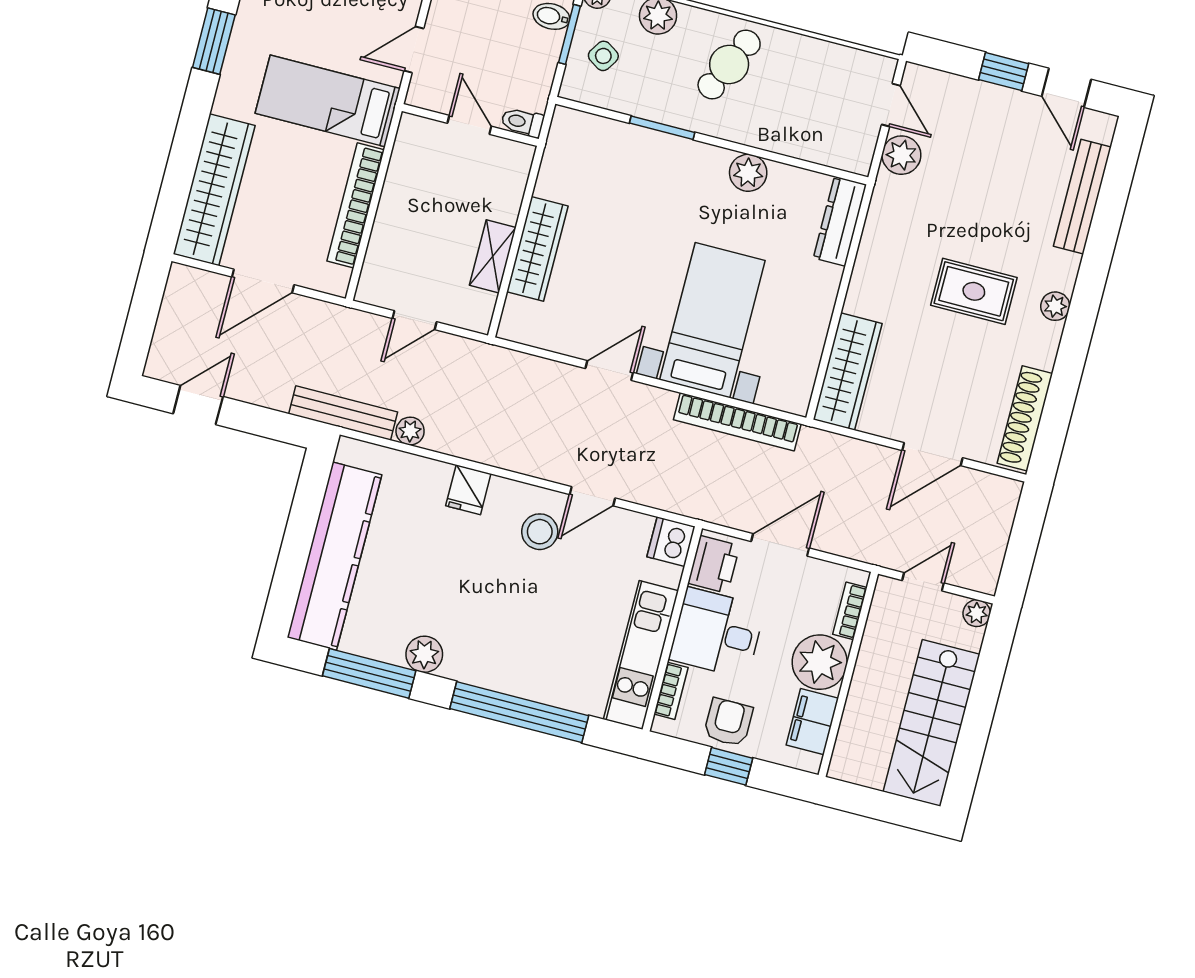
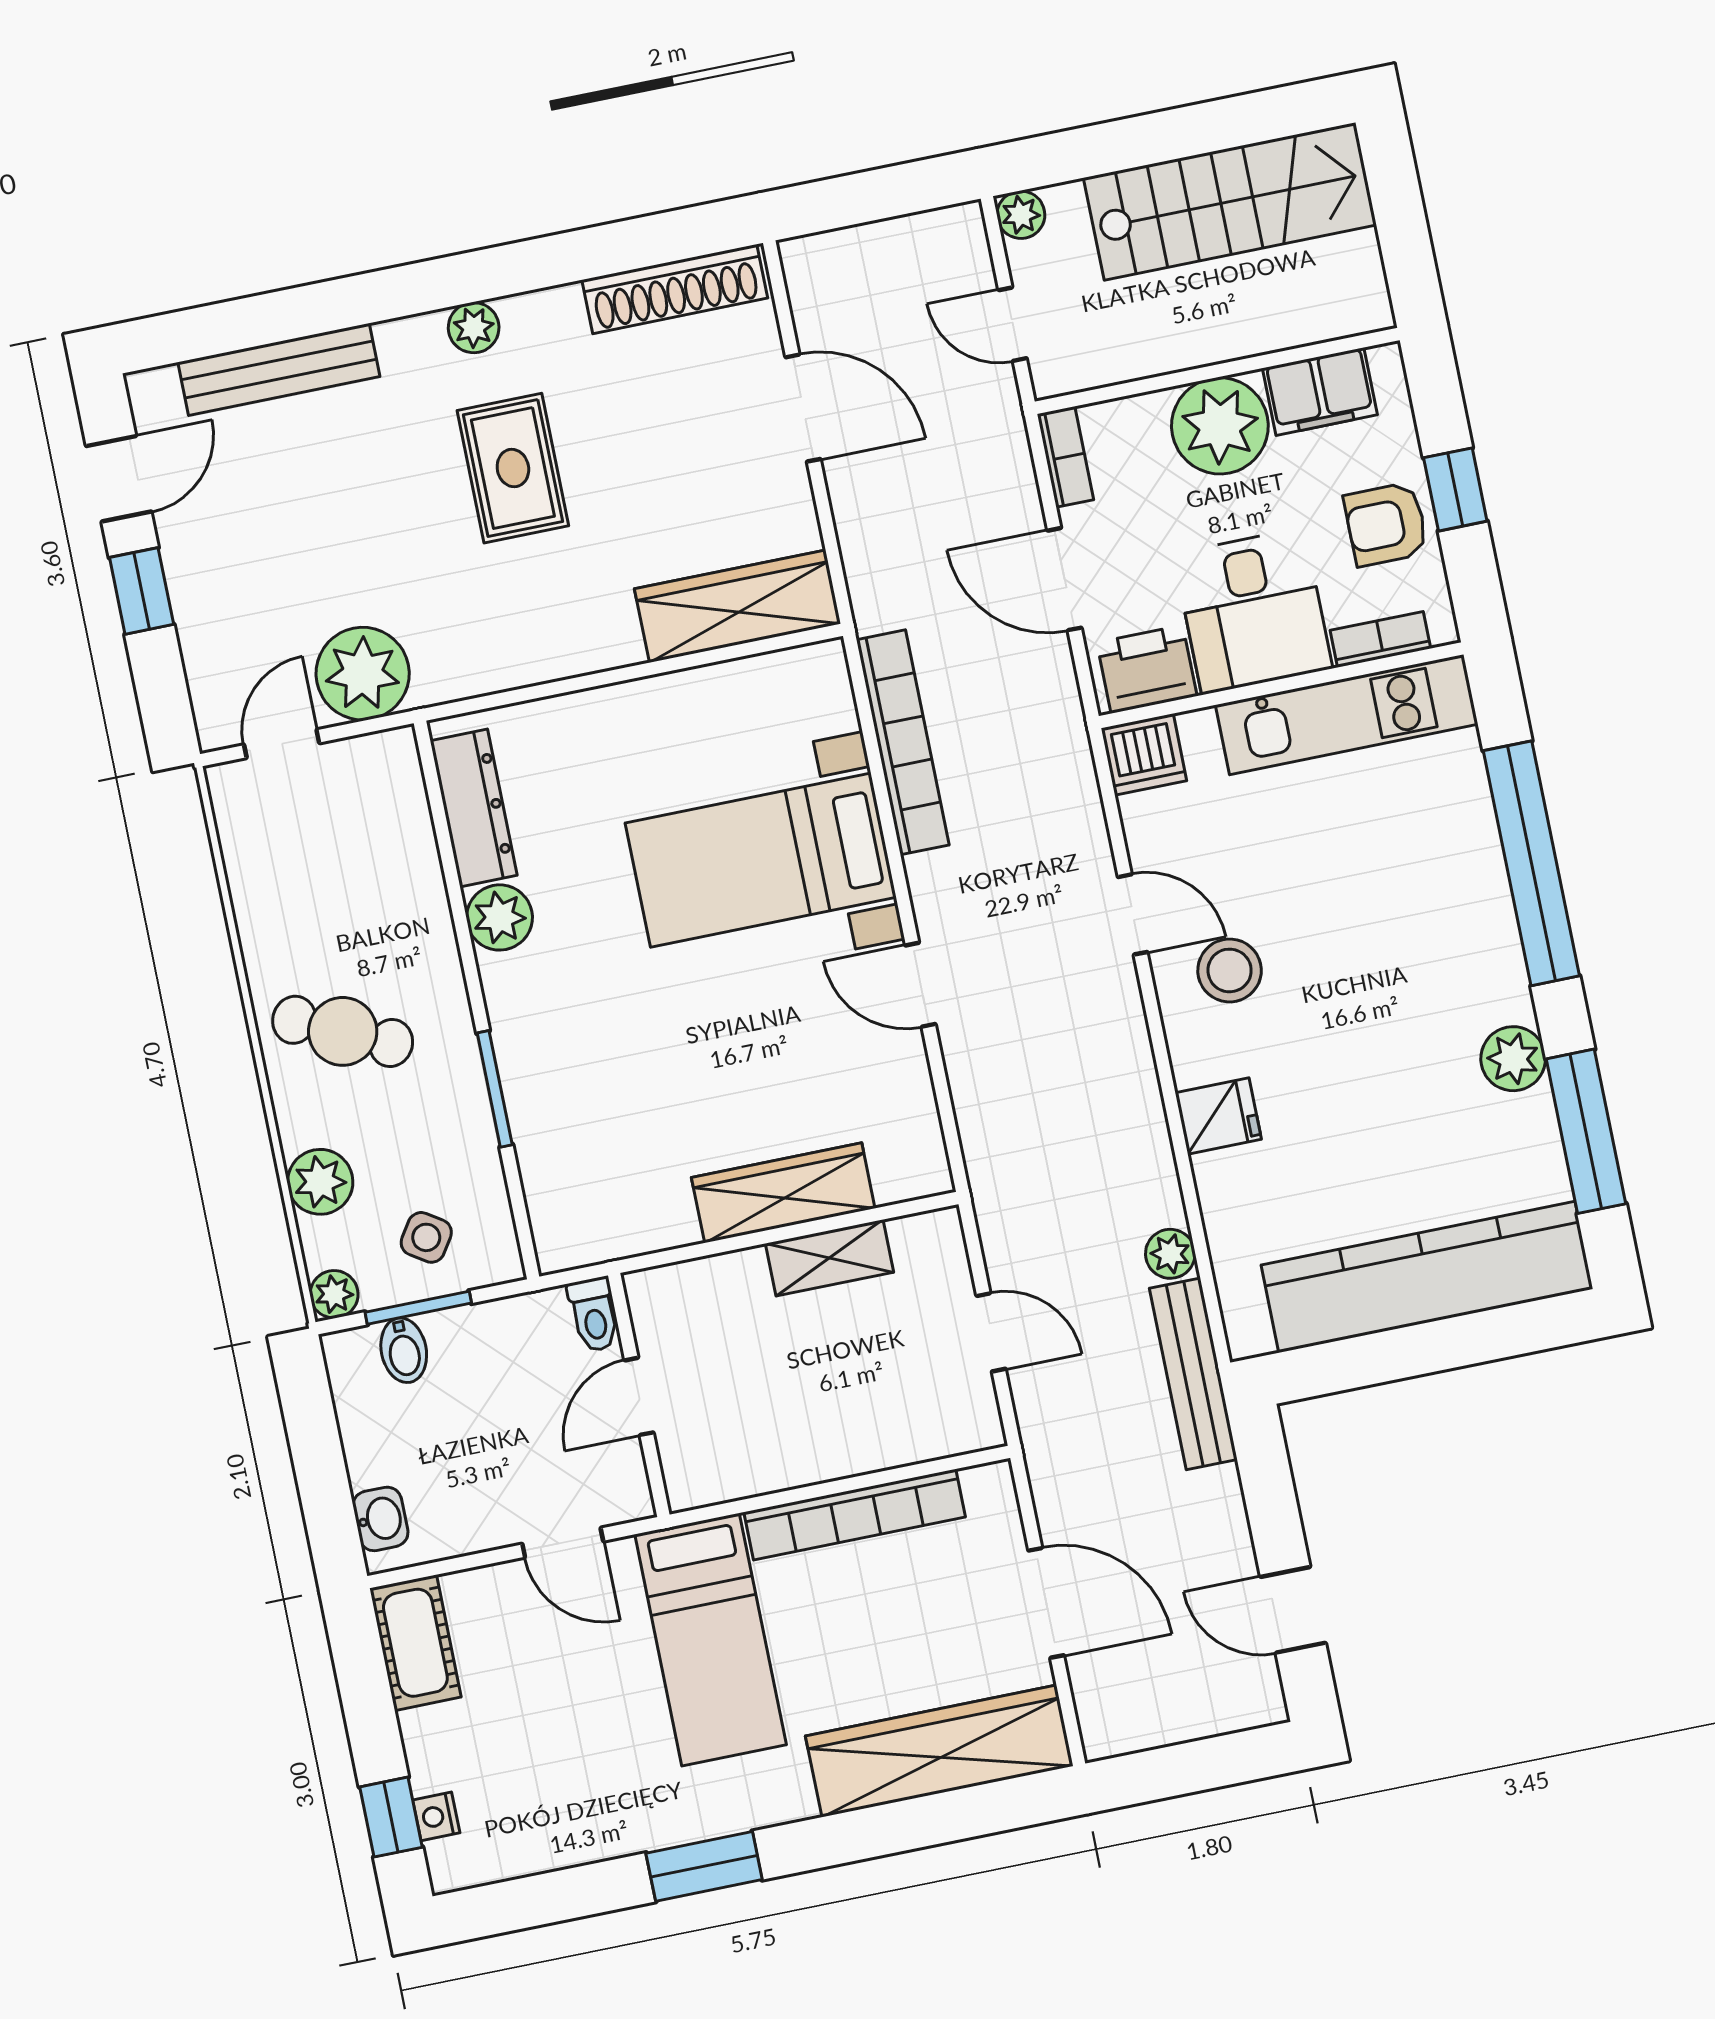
plant: (901, 155) -> (363, 674), width x1.36, depth x1.36
dresser: (840, 221) -> (474, 808), moved, turned -90
bookcase: (850, 611) -> (1065, 457), moved, turned -90

